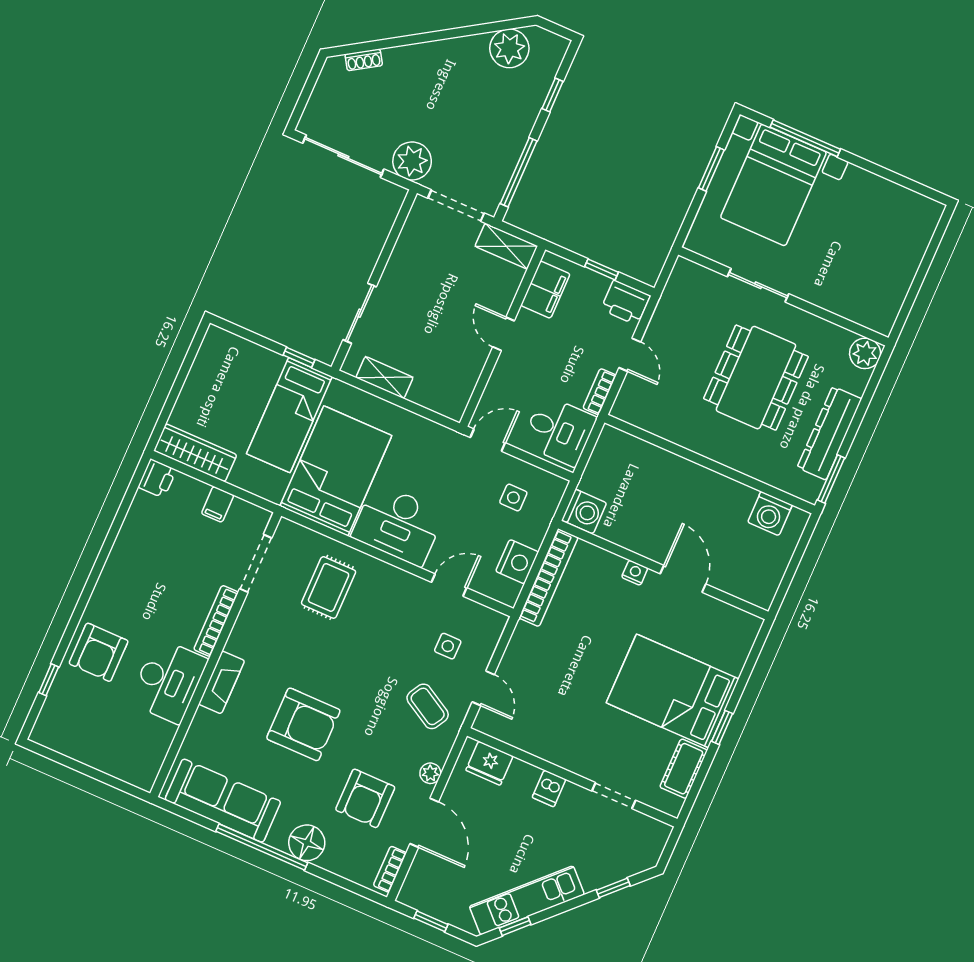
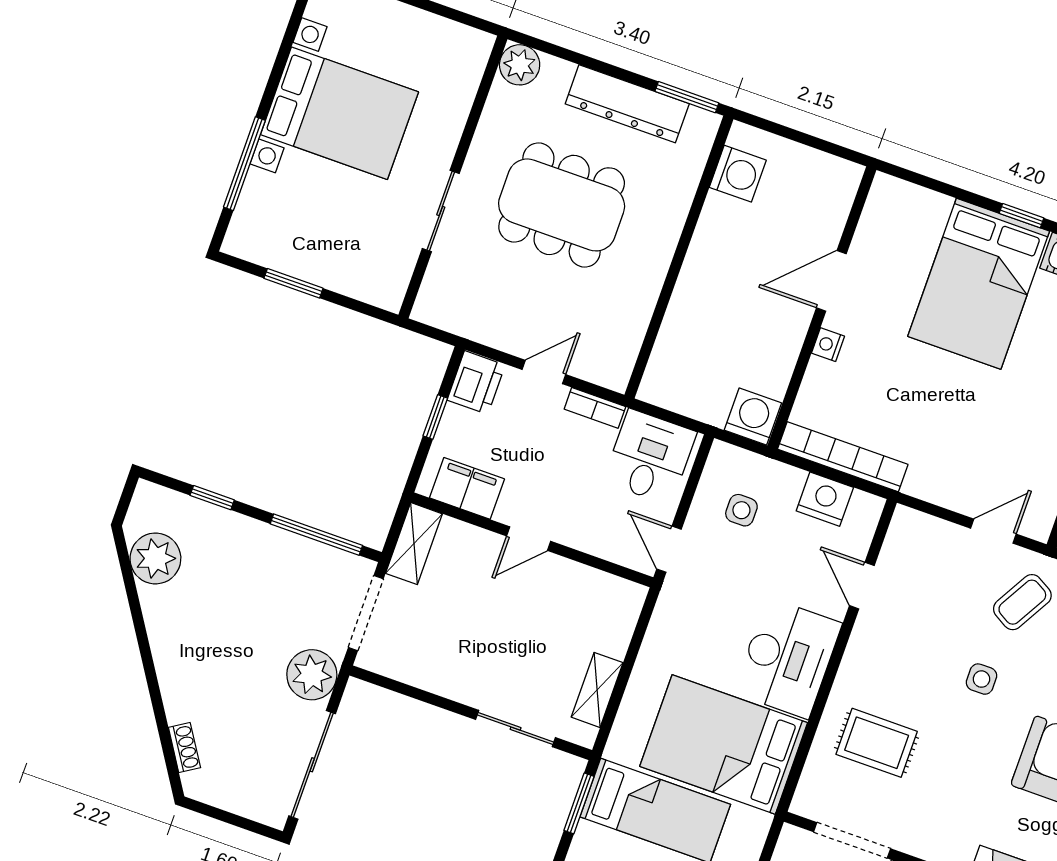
bed with nightstands: (773, 185) -> (339, 113), moved
window: (299, 357) -> (579, 803), width x1.50
side table: (448, 646) -> (981, 679), moved

